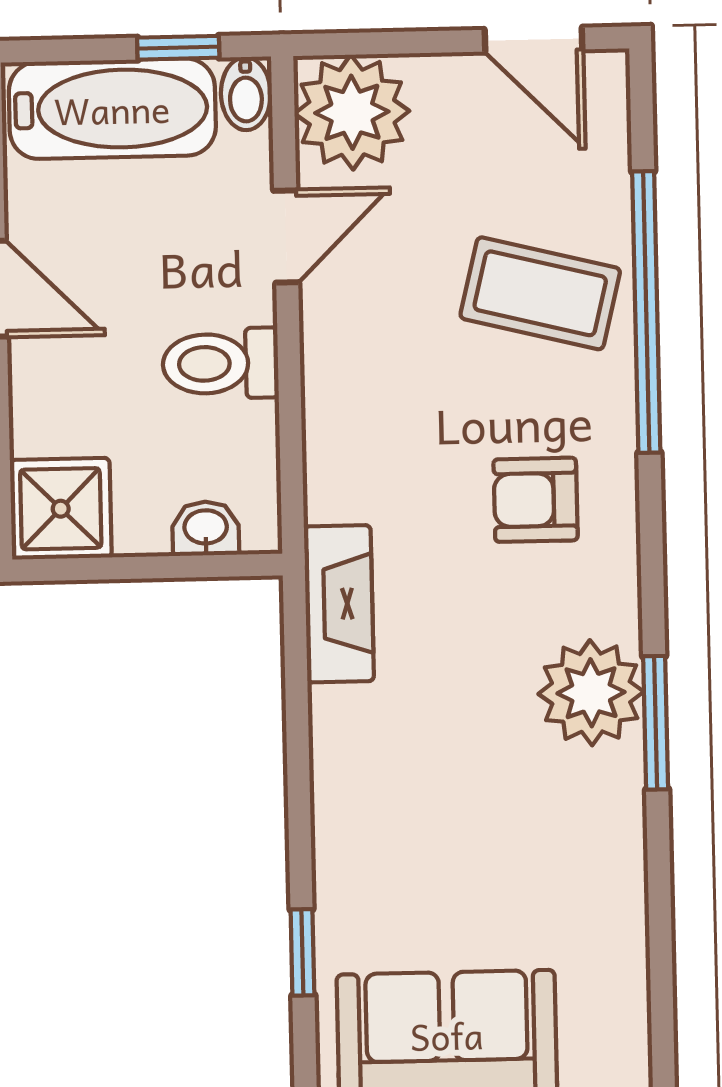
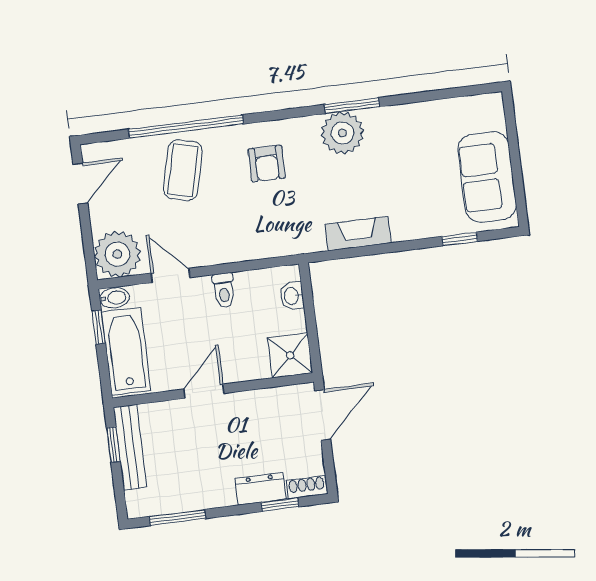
toilet: (221, 364) -> (224, 290), width x0.73, depth x0.72
fireplace: (339, 604) -> (358, 234), moved

